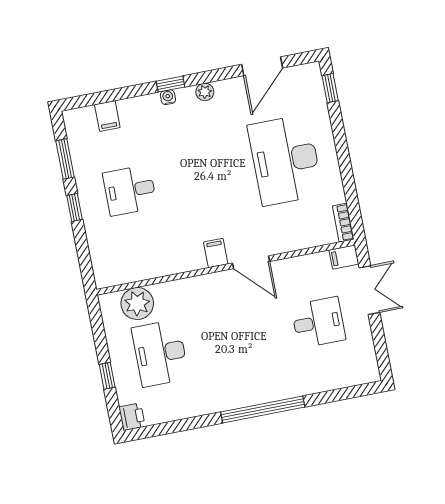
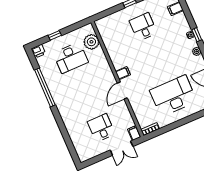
desk: (318, 322) -> (101, 128), turned 180
desk: (160, 353) -> (71, 58), turned 180
window: (263, 409) -> (45, 87), moved

